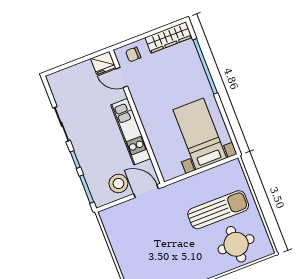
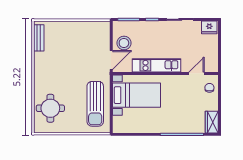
wardrobe: (168, 38) -> (212, 122), width x0.67
fridge: (103, 63) -> (209, 27), moved, turned -90
bed with nightstands: (200, 134) -> (137, 95), moved
sun lounger: (218, 210) -> (95, 104), moved

